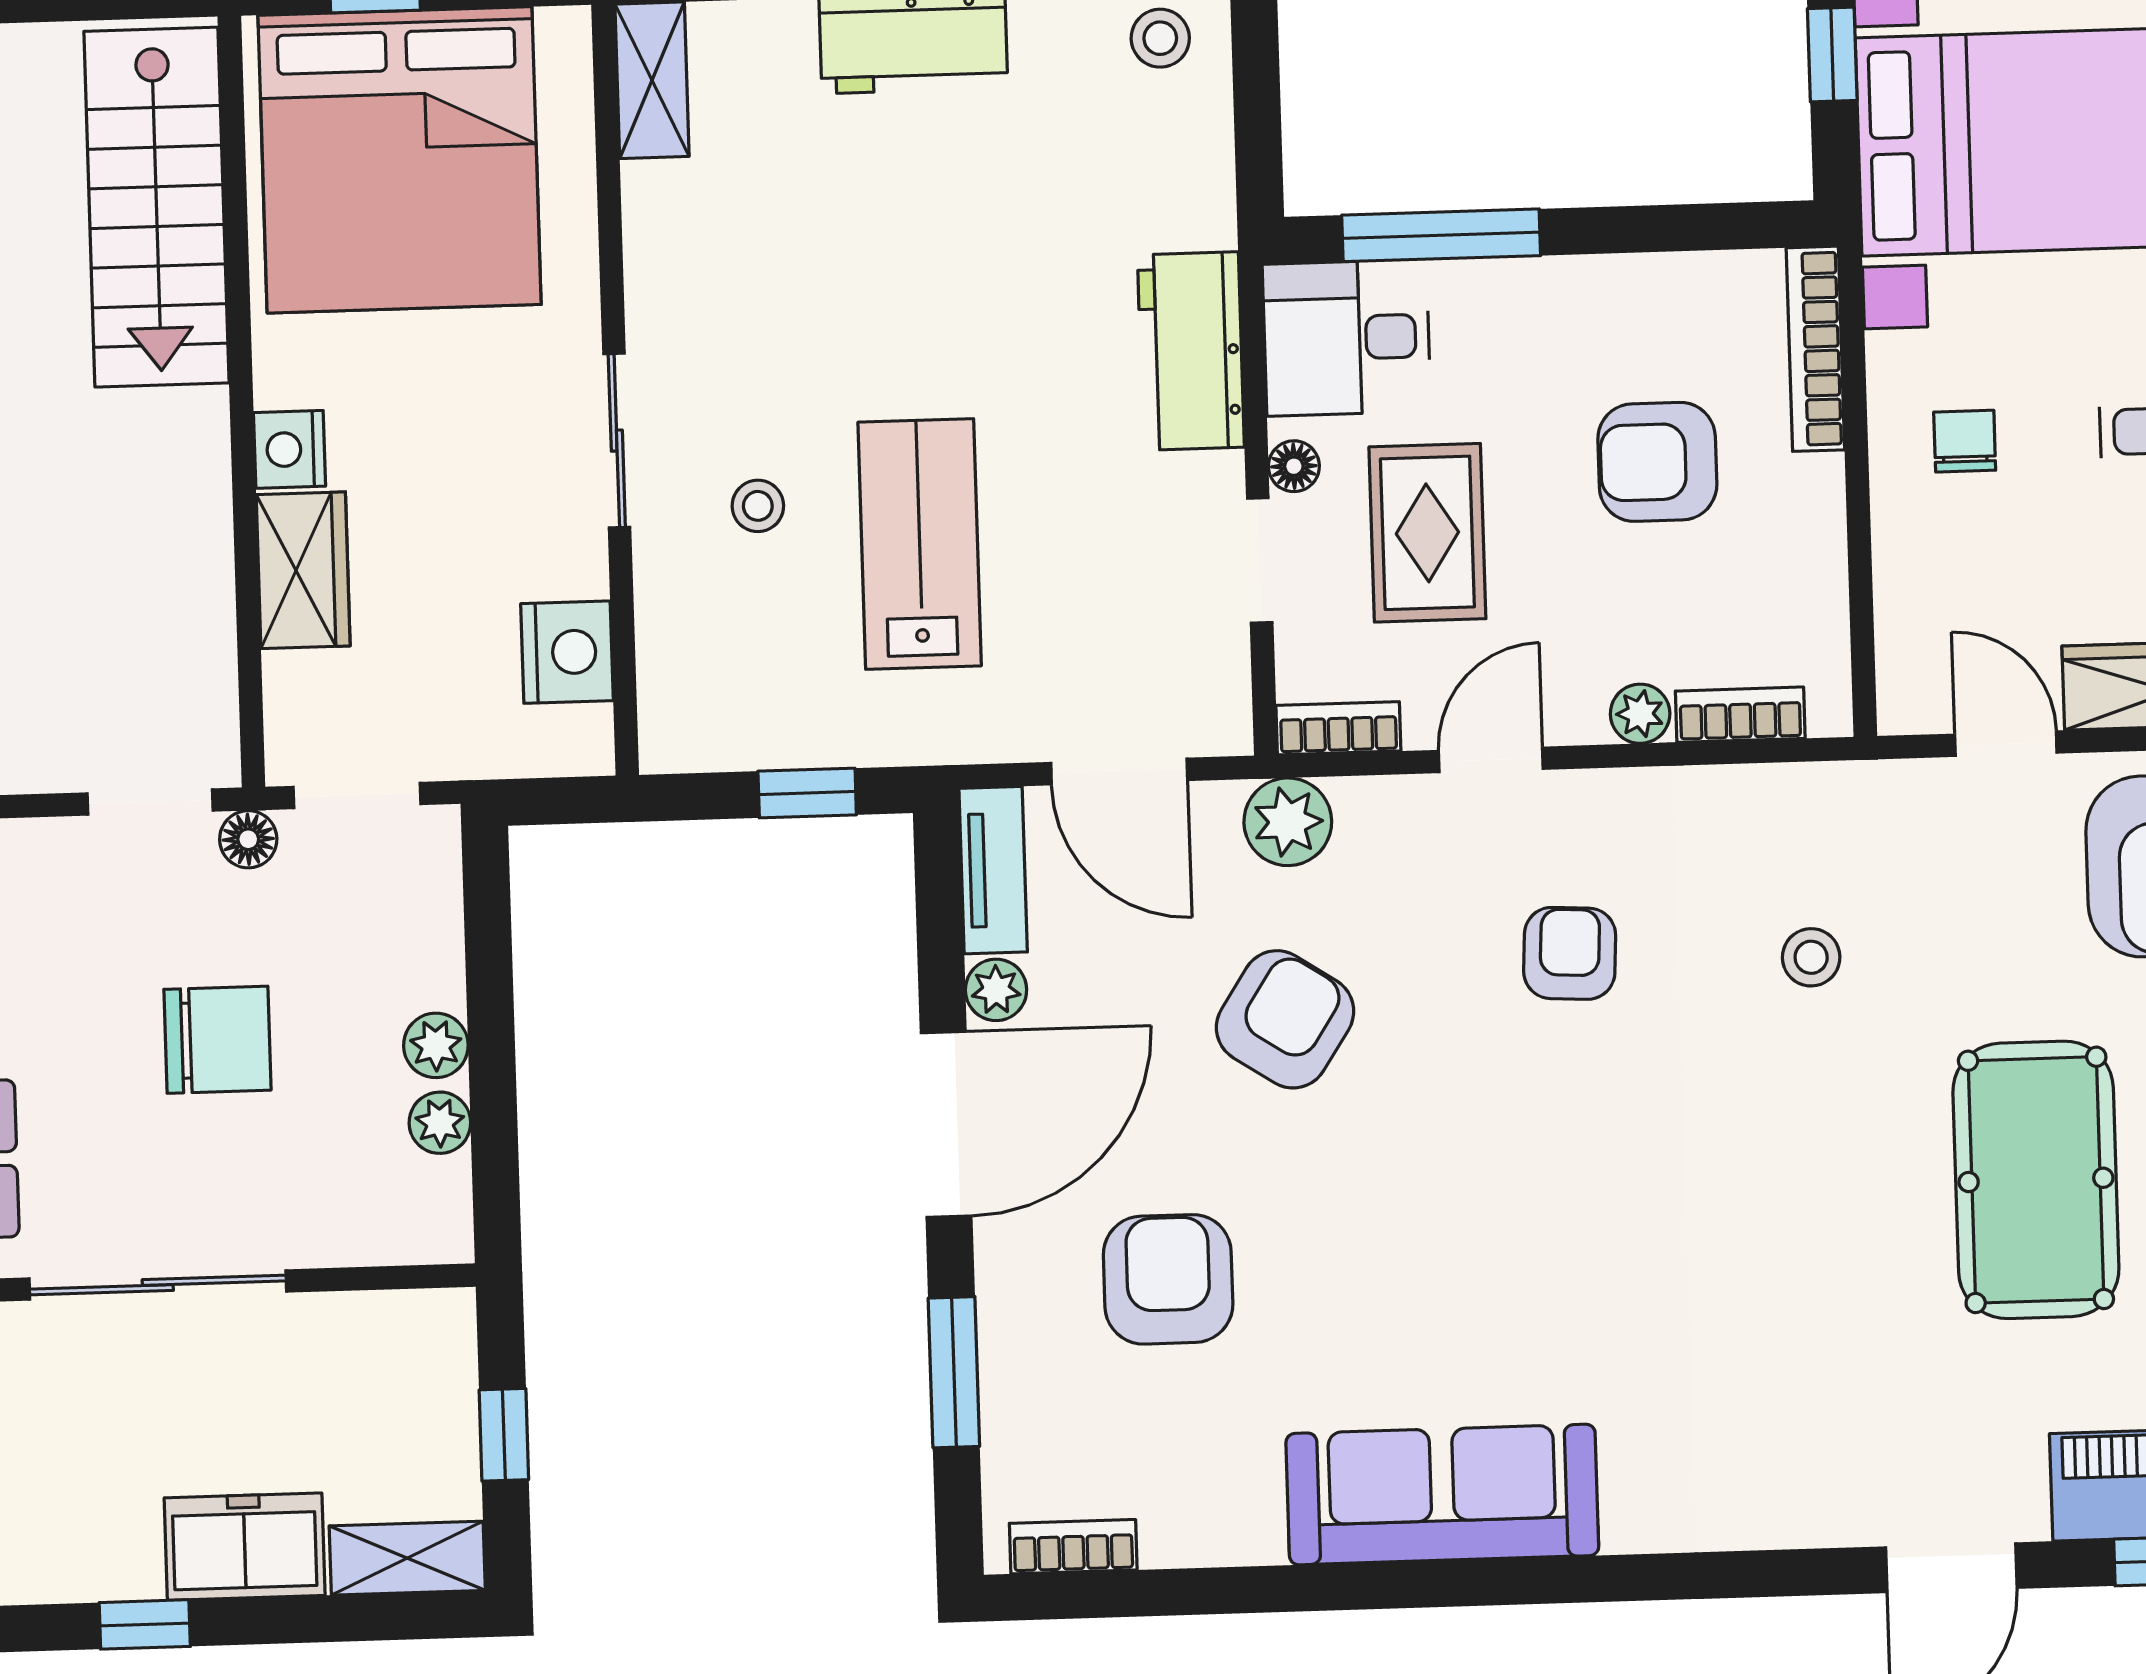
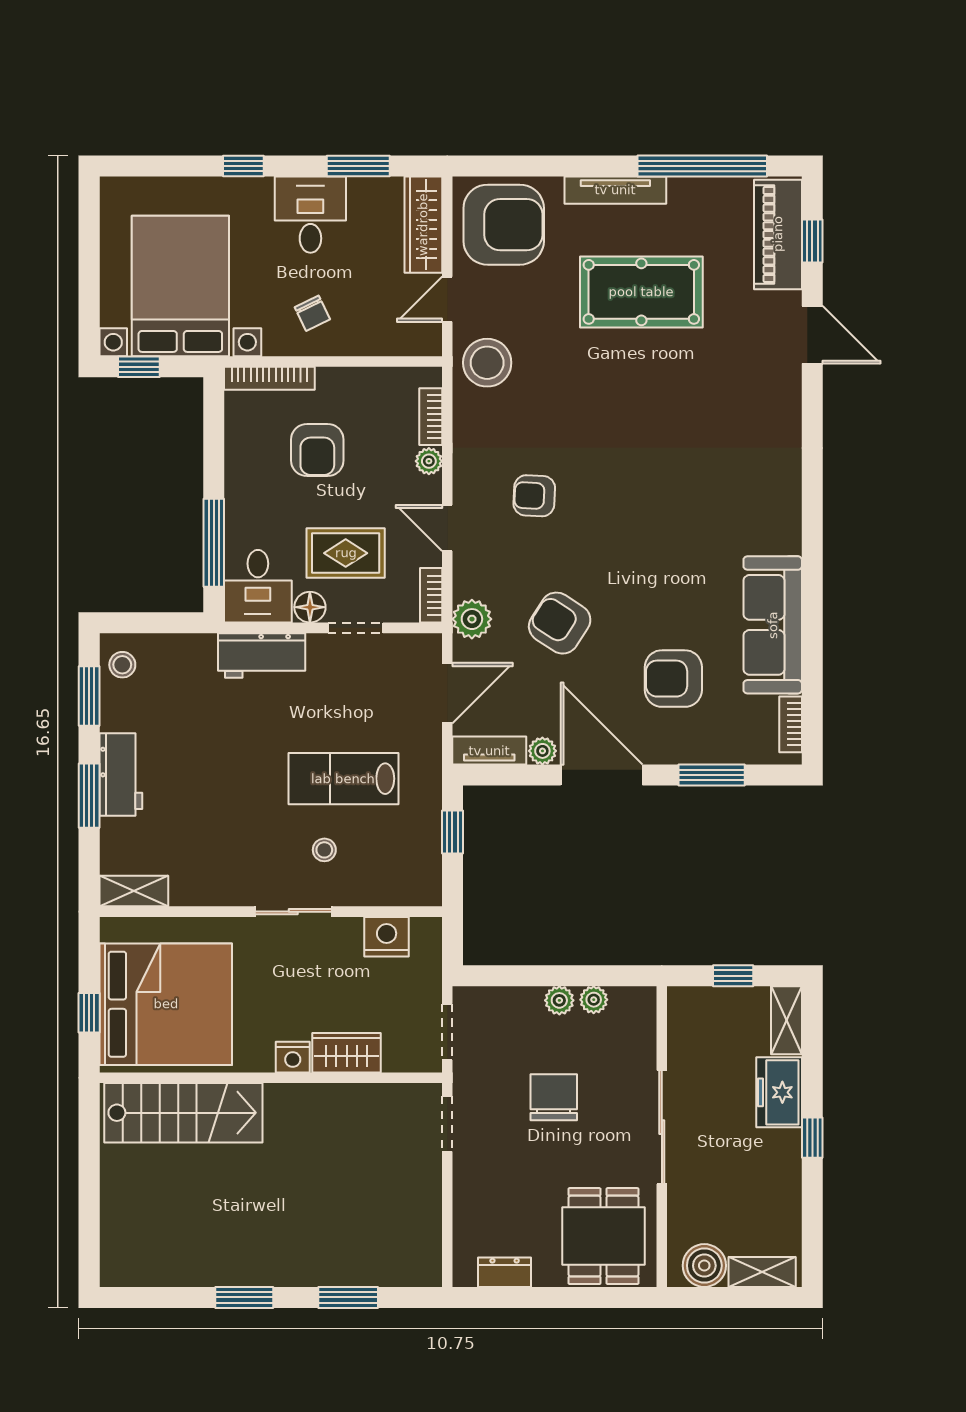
chair: (1965, 441) -> (312, 313), turned -116
floor lamp: (1294, 466) -> (310, 607), width x1.37, depth x1.37
floor lamp: (248, 839) -> (465, 1081), removed
stool: (1811, 957) -> (487, 363), moved, width x1.89, depth x1.89
sofa: (1442, 1495) -> (773, 625), moved

